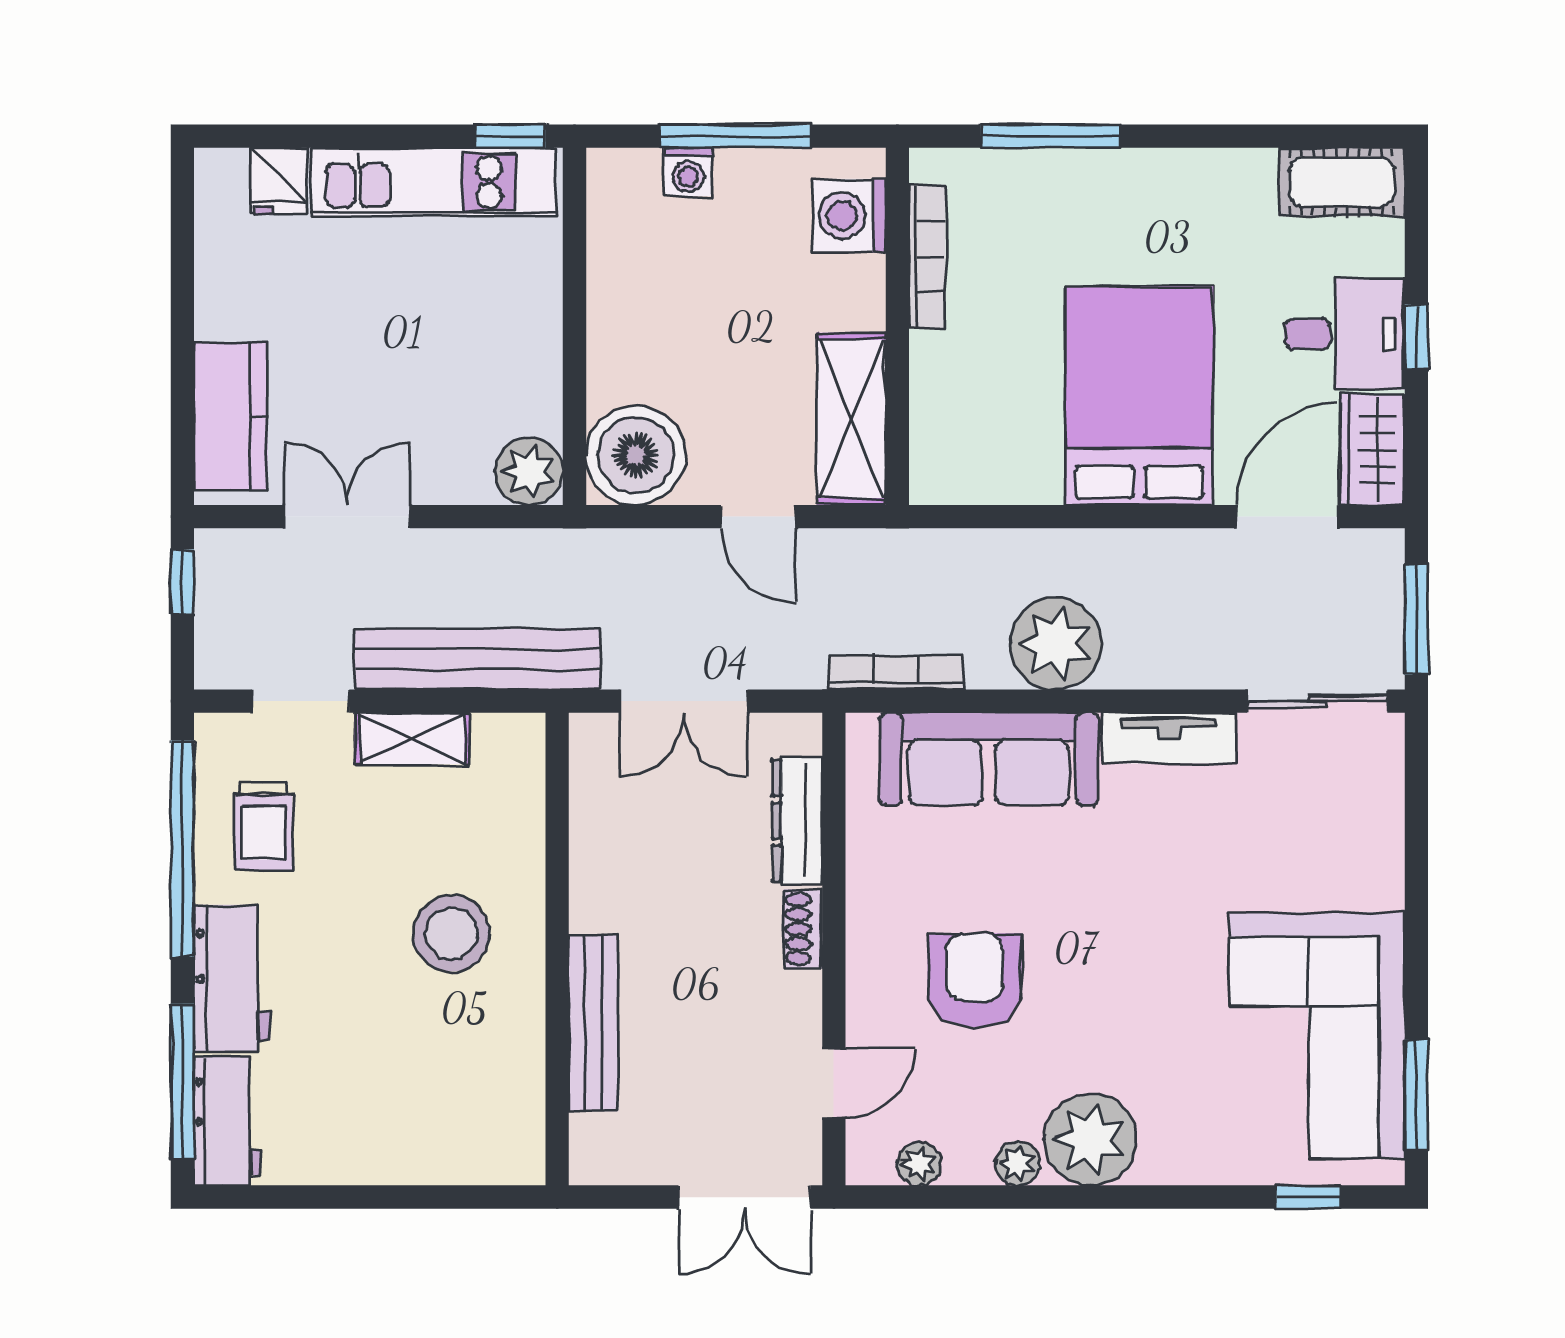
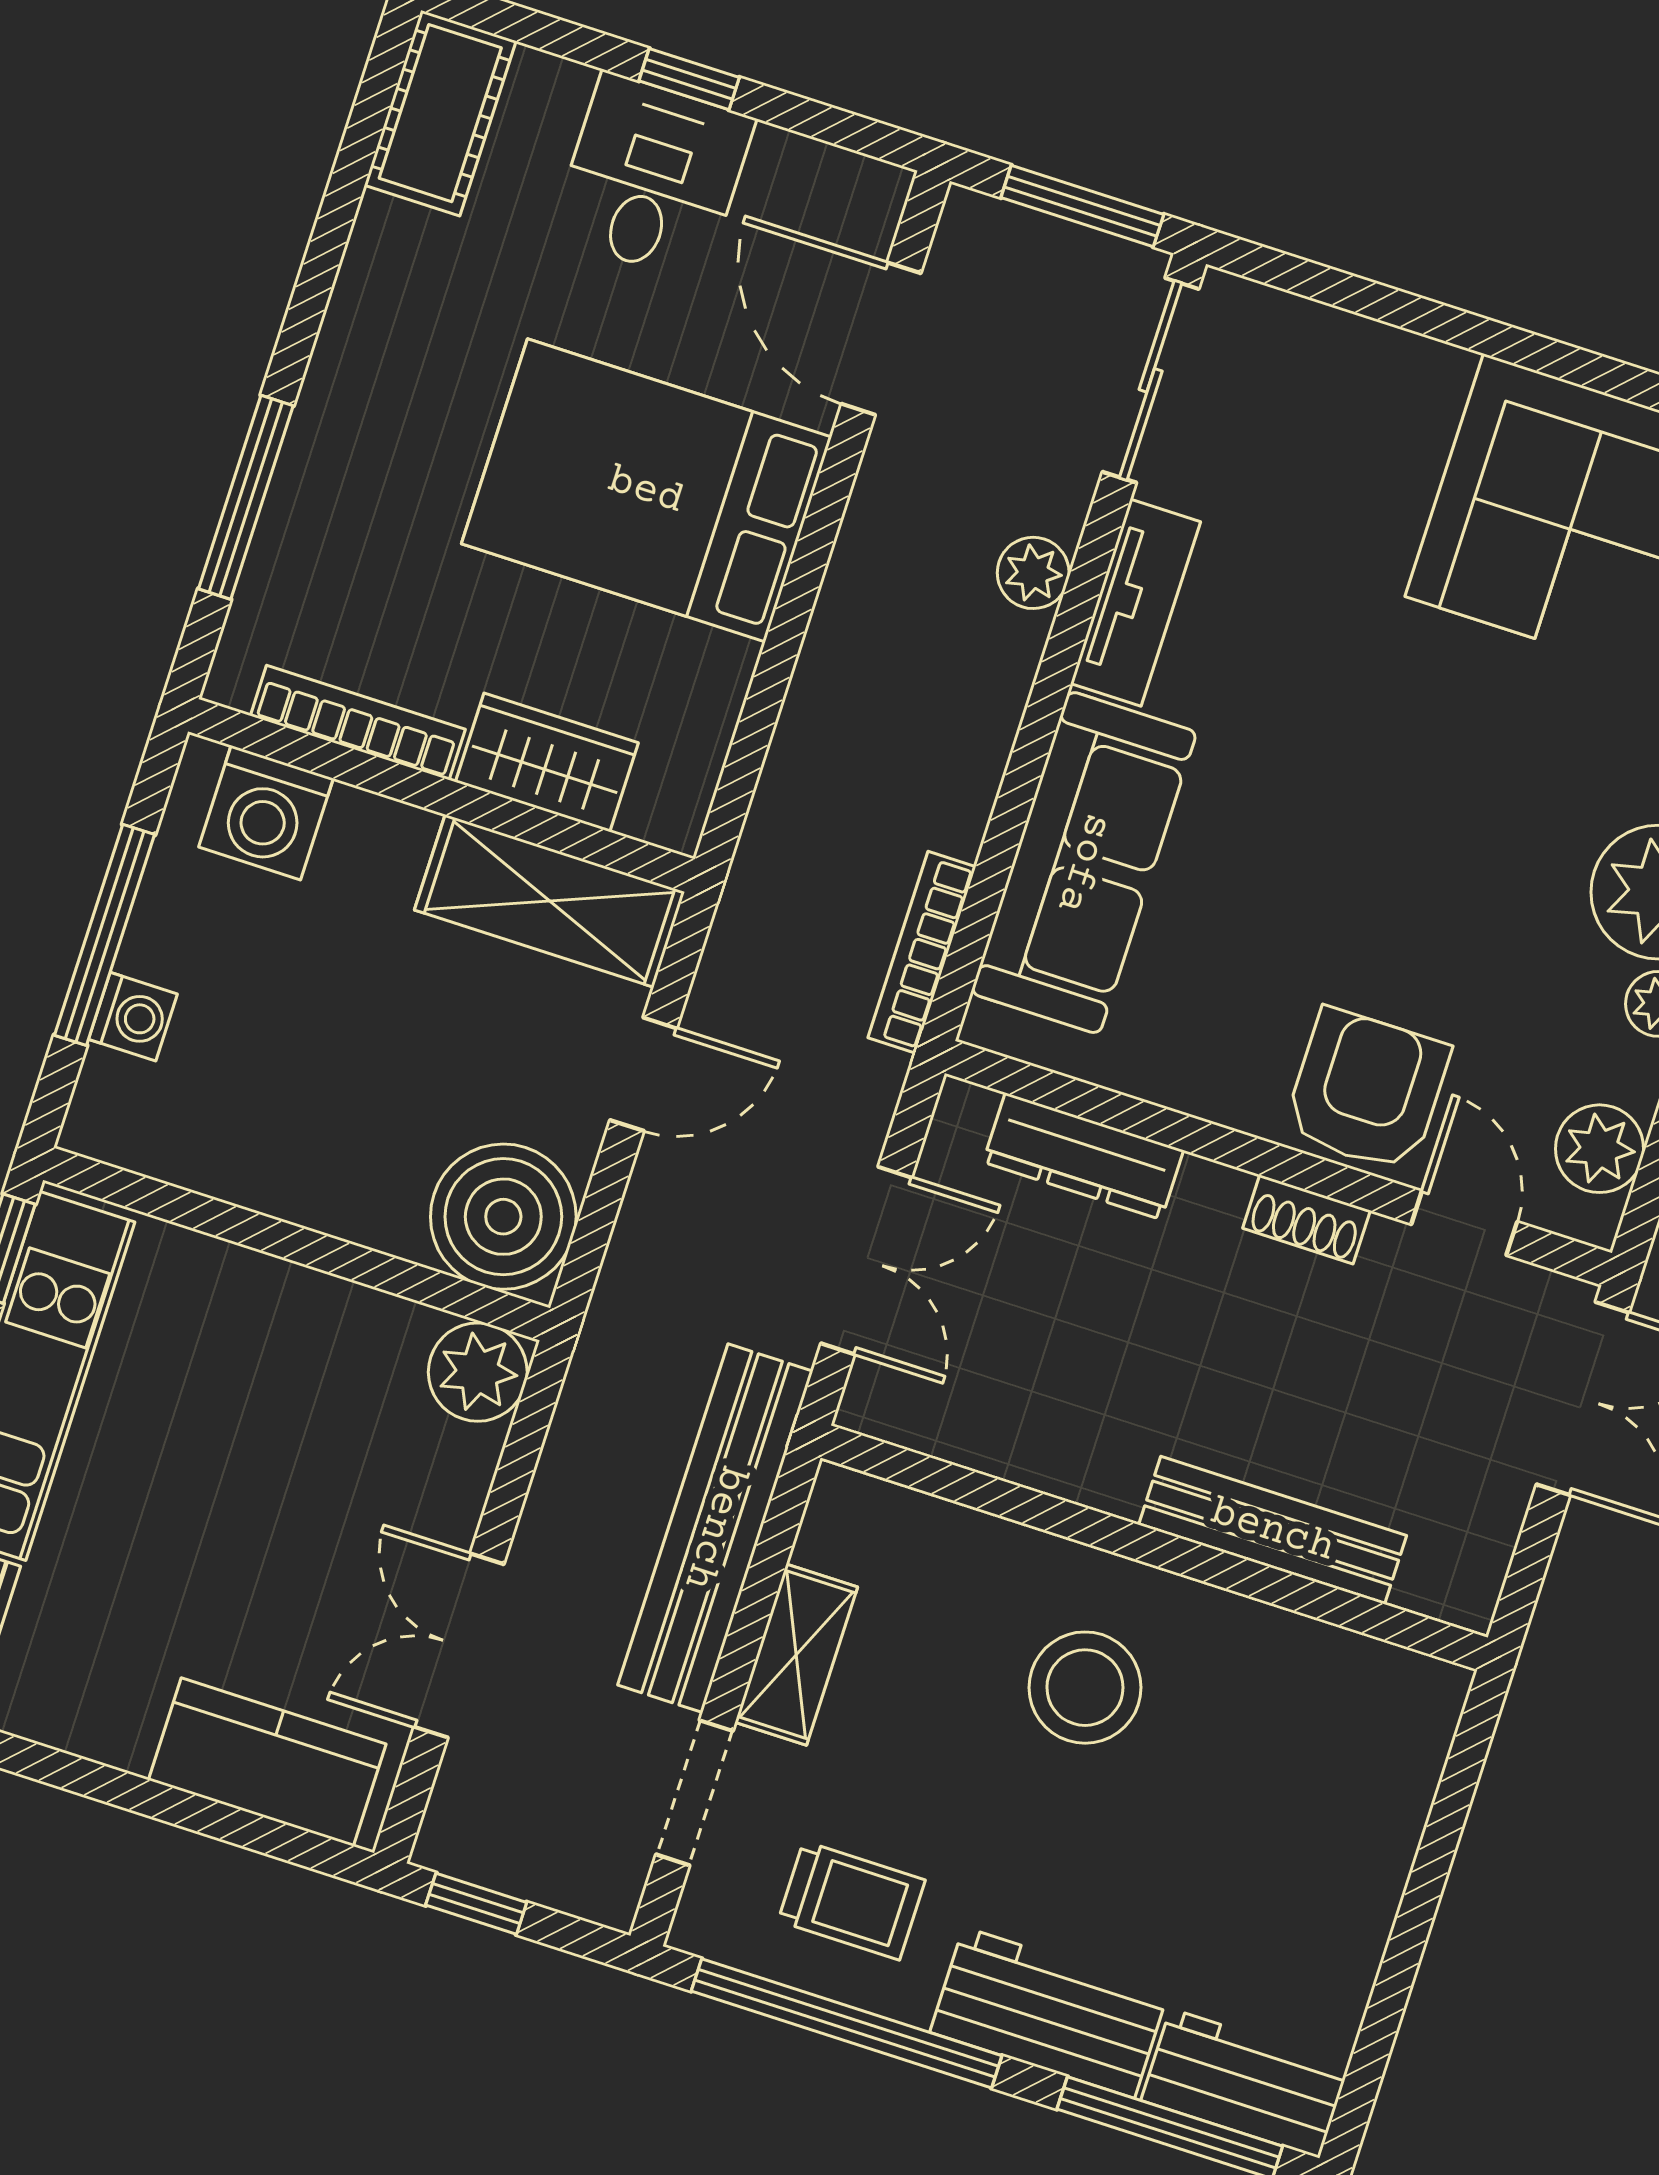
wardrobe: (1373, 450) -> (547, 762), moved, turned 180
plant: (1056, 644) -> (1033, 573), moved, width x0.53, depth x0.53
shoe rack: (803, 929) -> (1306, 1219), moved
armchair: (975, 980) -> (1367, 1090), moved, turned 90
plant: (919, 1164) -> (1600, 1149), width x1.38, depth x1.38

